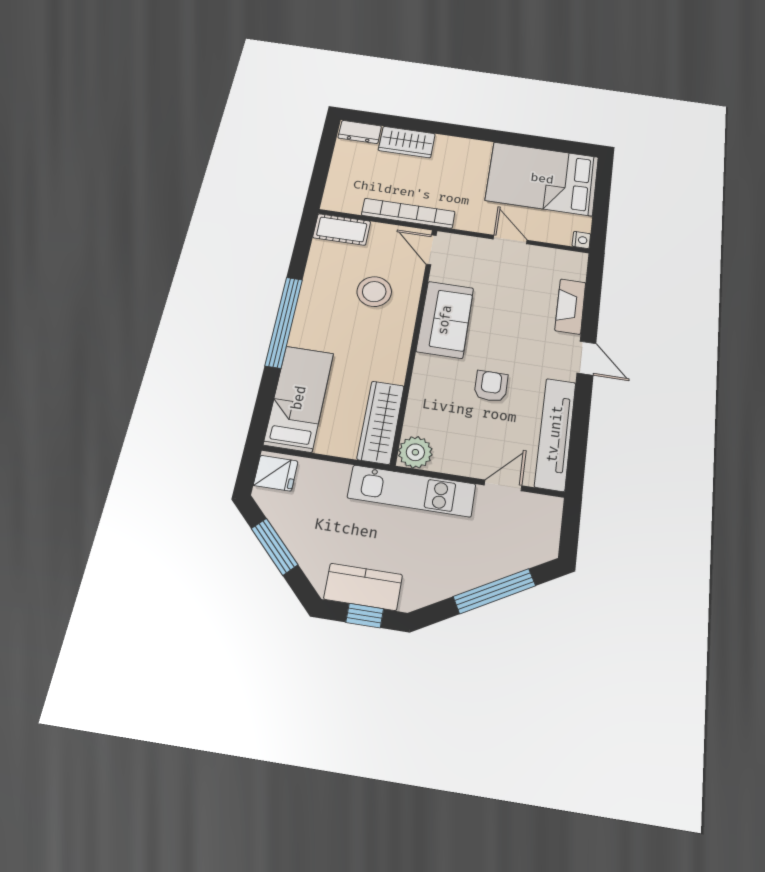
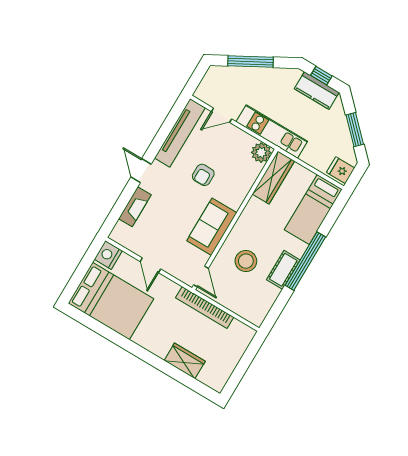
dresser: (360, 132) -> (212, 380), removed
cot: (342, 229) -> (283, 270), moved, turned 90
nightstand: (581, 240) -> (108, 255), width x1.89, depth x1.79

